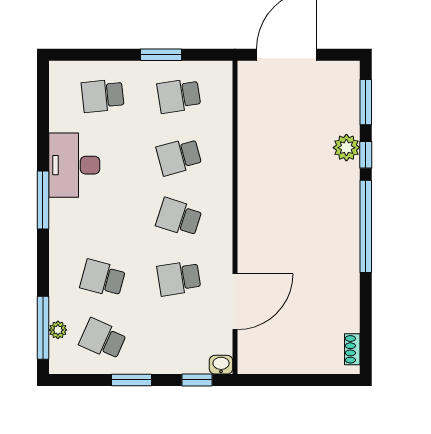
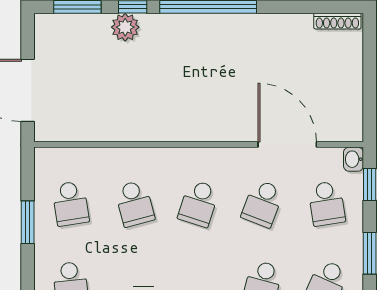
school desk: (179, 278) -> (263, 203), turned 30
school desk: (179, 339) -> (327, 203), added
shoe rack: (352, 349) -> (337, 21), width x1.43

